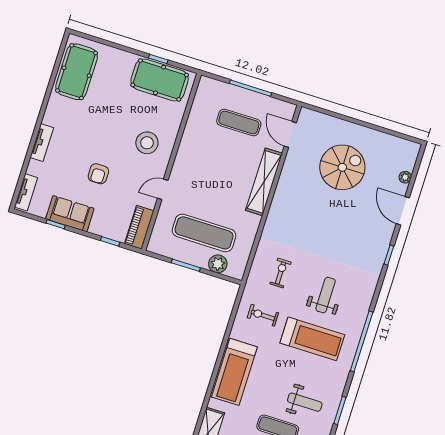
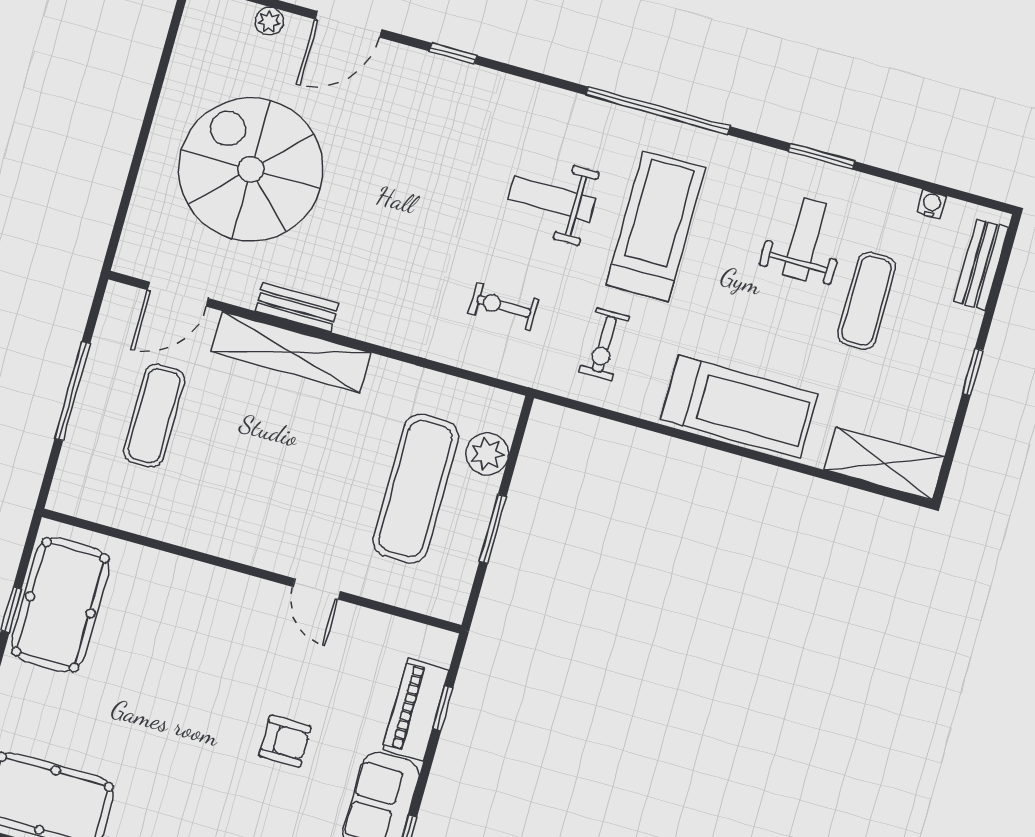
stool: (147, 143) -> (209, 629), removed
spiral stairs: (342, 167) -> (251, 169), width x1.37, depth x1.37
bench: (283, 185) -> (297, 307), added
piano: (139, 227) -> (416, 710), moved, turned 90

